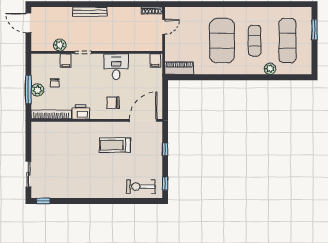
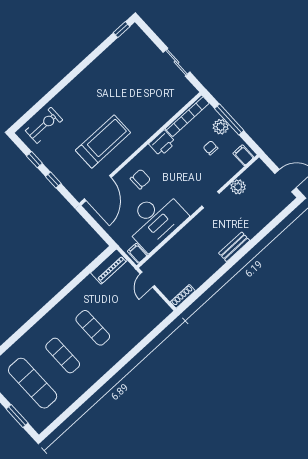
bench: (90, 12) -> (234, 247), width x0.73
door: (164, 27) -> (147, 280), moved
exercise mat: (222, 41) -> (93, 328), width x0.50, depth x0.69
filing cabinet: (66, 61) -> (243, 155), moved
desk: (116, 67) -> (155, 220), width x1.87, depth x1.30
plant: (270, 69) -> (25, 343), removed
treadmill: (115, 145) -> (103, 142), width x1.37, depth x1.38
sliding door: (28, 174) -> (176, 62), moved
window: (165, 184) -> (34, 160), moved

